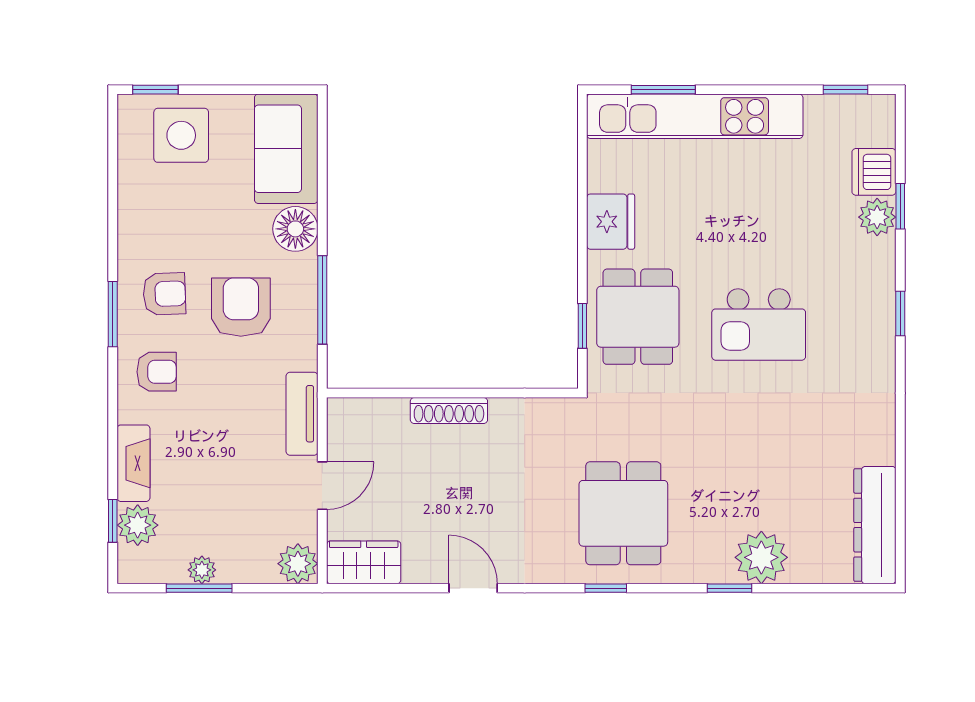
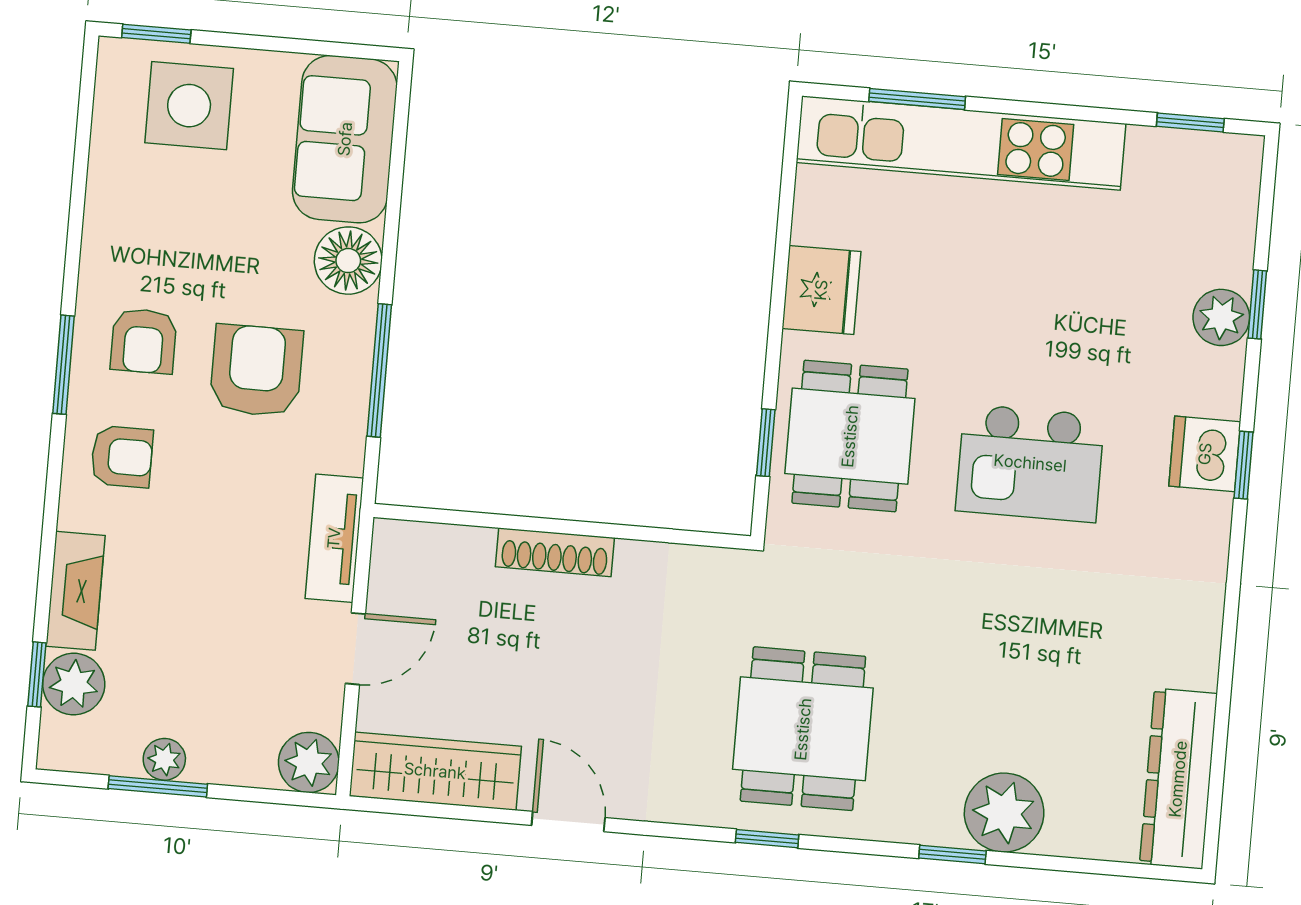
dishwasher: (874, 172) -> (1205, 454), moved
armchair: (164, 294) -> (144, 341), turned 92
wardrobe: (364, 562) -> (435, 771), width x1.50

